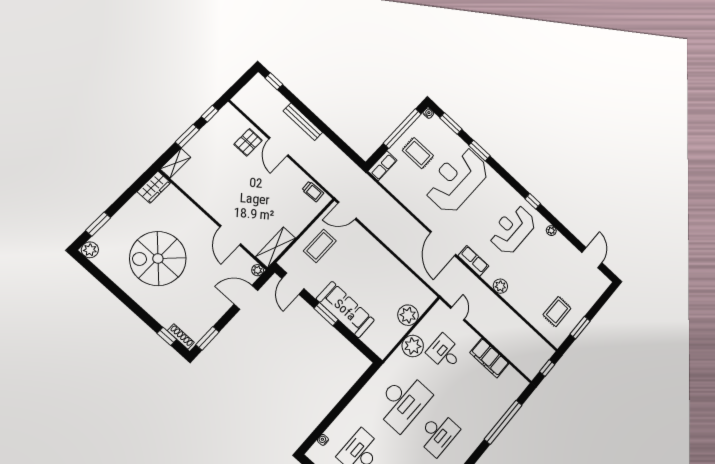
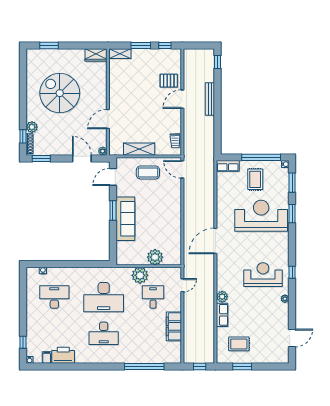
shelving: (276, 247) -> (139, 149), moved
plant: (90, 250) -> (32, 127), moved
row of seats: (473, 261) -> (222, 315), moved

